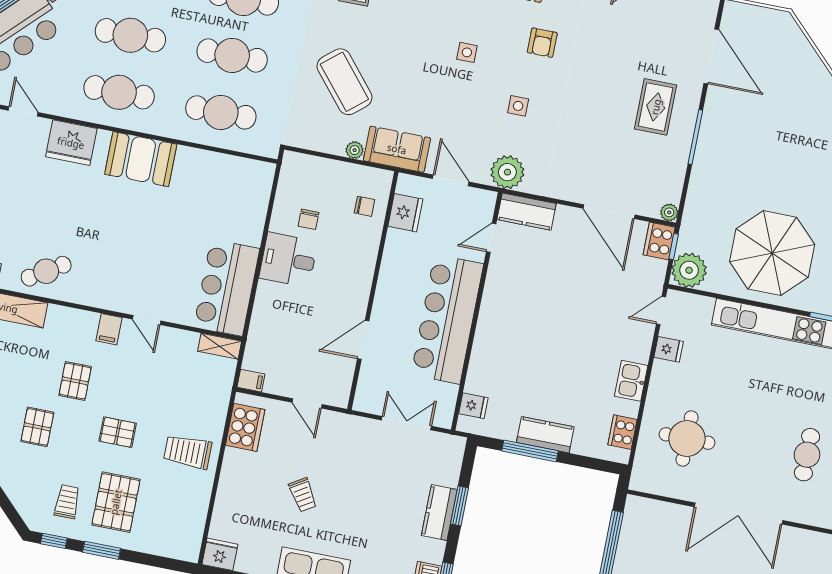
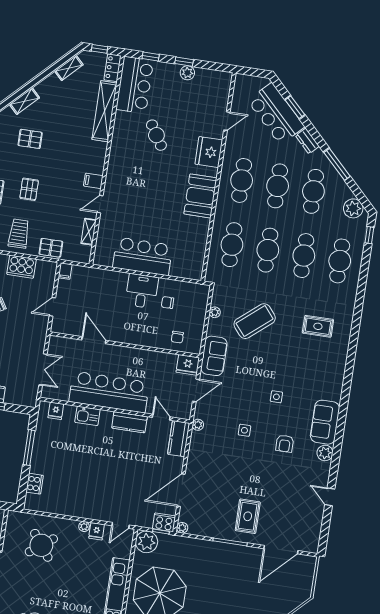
armchair: (542, 43) -> (285, 444), turned -90
rug: (656, 107) -> (248, 516), turned 90
plant: (355, 150) -> (215, 312), moved
plant: (507, 172) -> (198, 425), width x0.53, depth x0.53
fridge: (405, 213) -> (188, 365), moved
cafe table: (46, 271) -> (156, 135), moved
bar counter: (227, 288) -> (143, 256), moved
door: (661, 311) -> (121, 525), swing flipped
shelving: (220, 346) -> (89, 232), moved
plant: (660, 369) -> (84, 527), added
pallet: (75, 381) -> (51, 248), moved
kitchen sink: (631, 381) -> (87, 416), moved, turned 180
cooker: (245, 427) -> (21, 267), moved
cooker: (623, 432) -> (35, 484), moved, turned 90
kitchen counter: (545, 435) -> (129, 422), moved, turned 90
round table: (687, 439) -> (41, 545), turned -37

